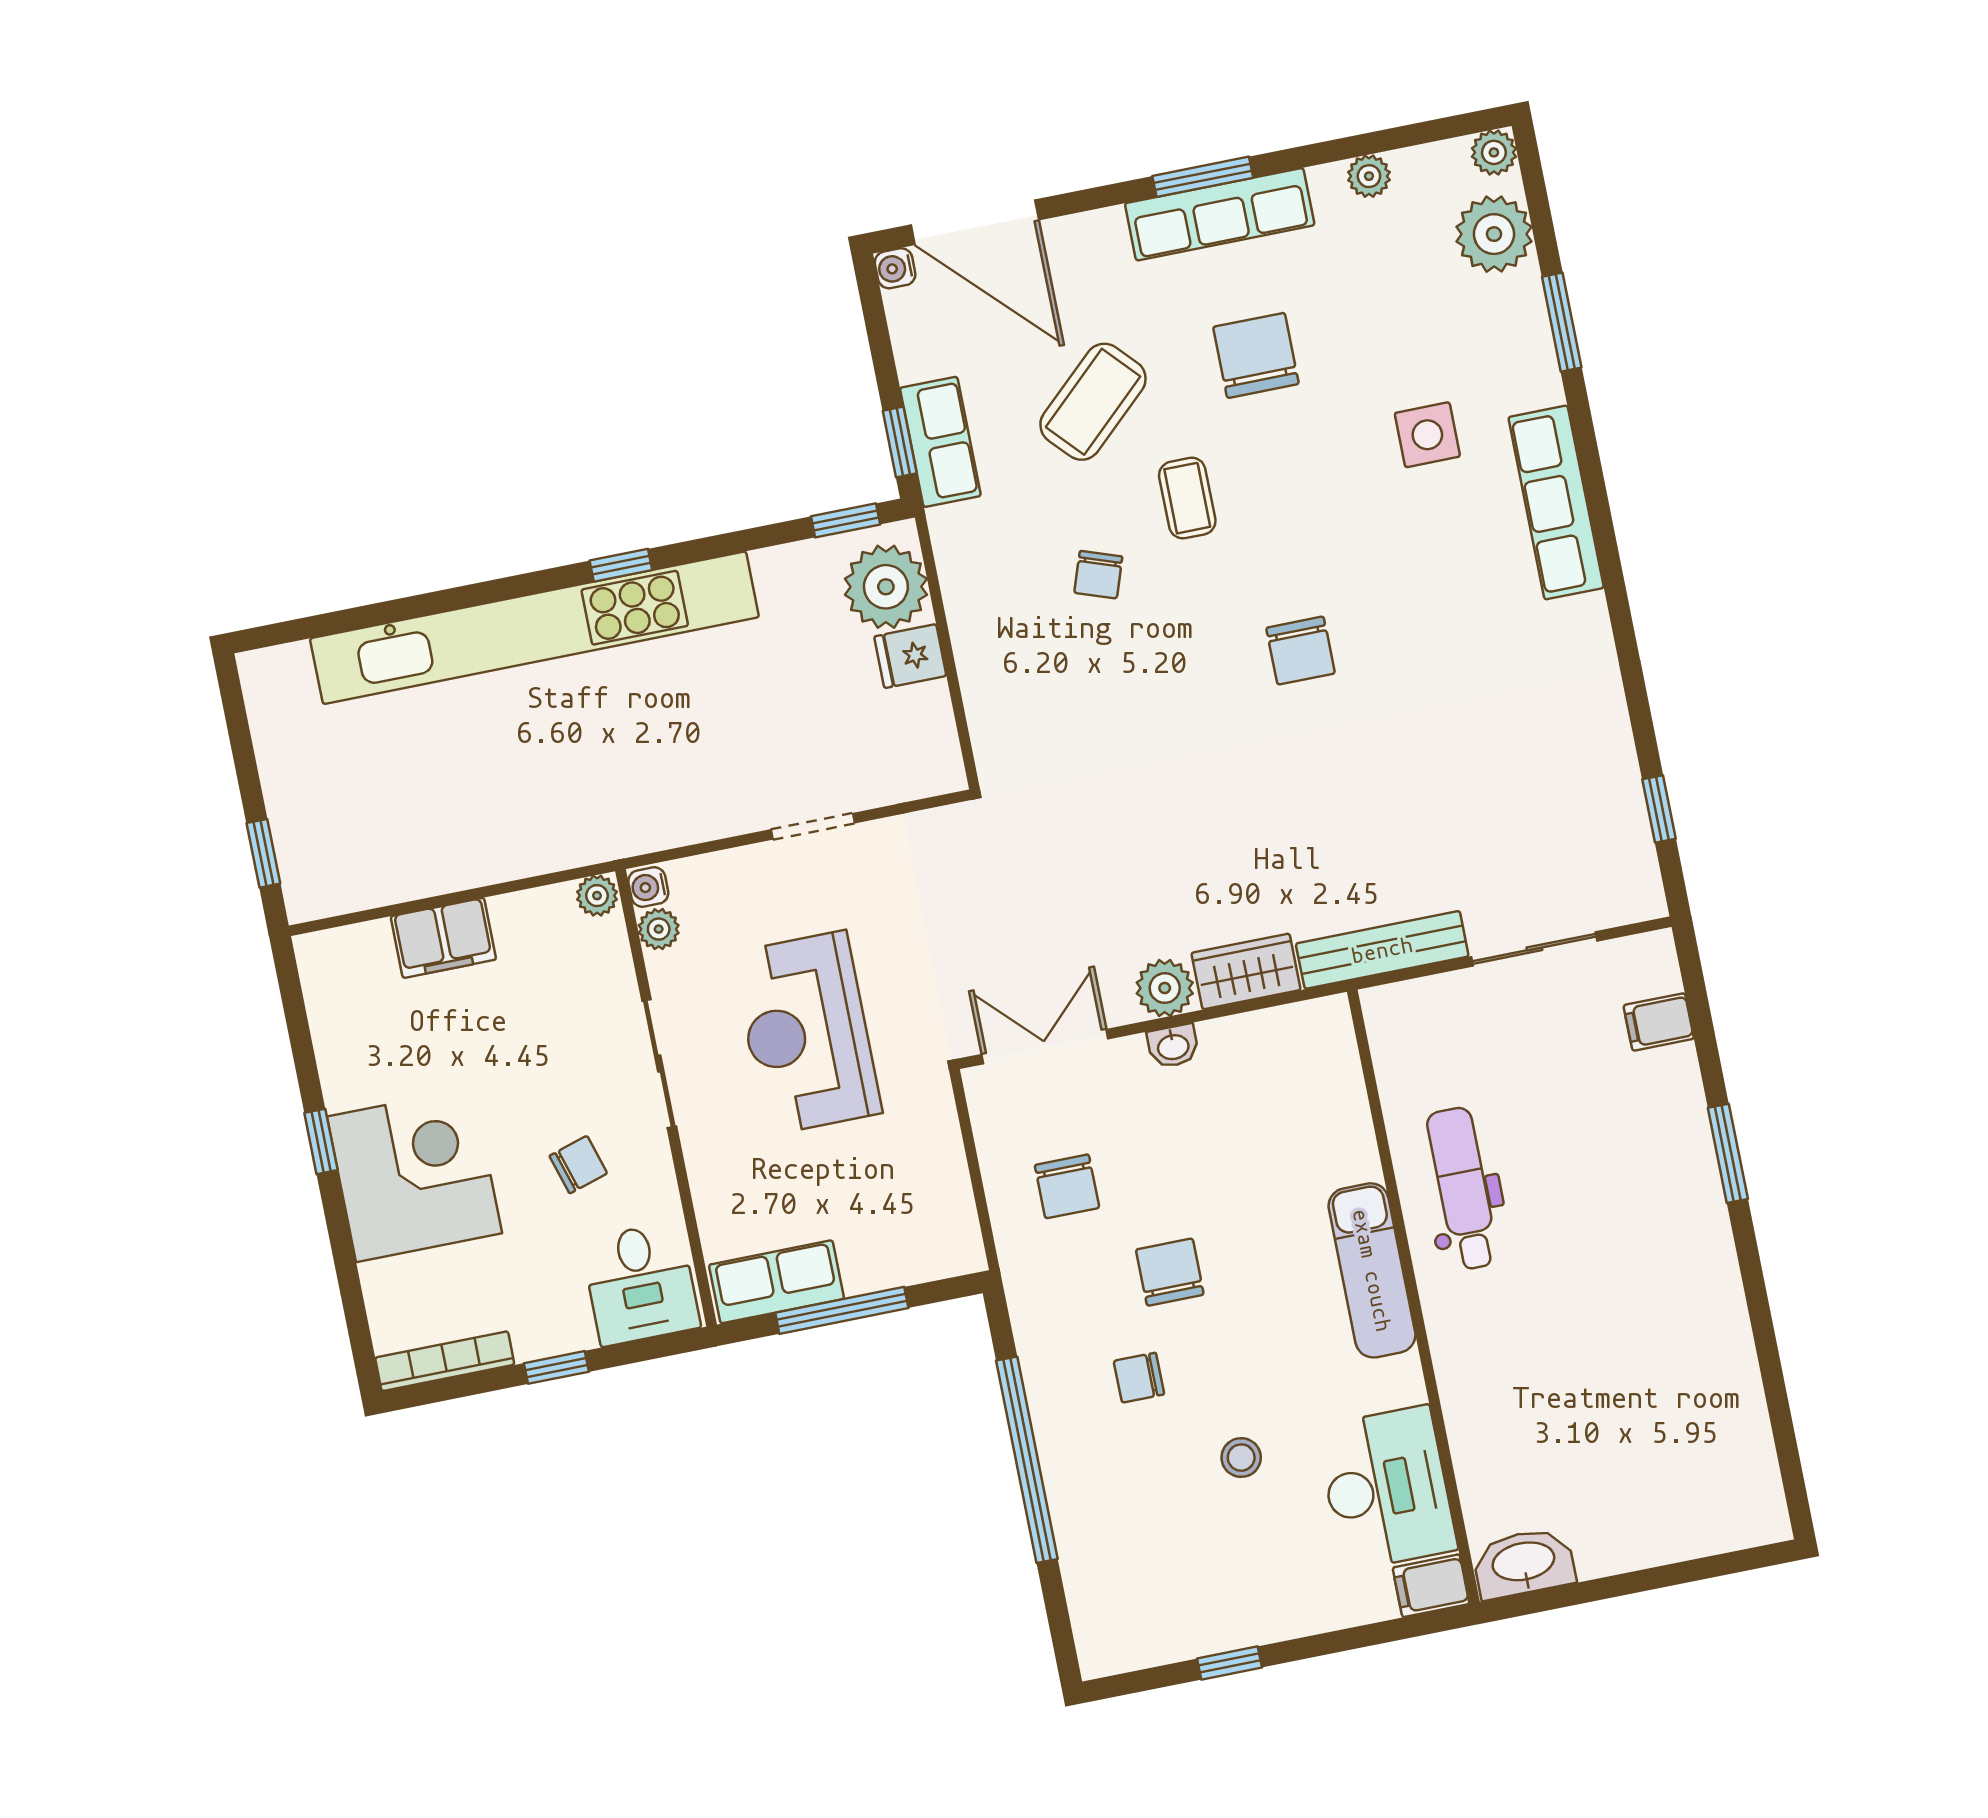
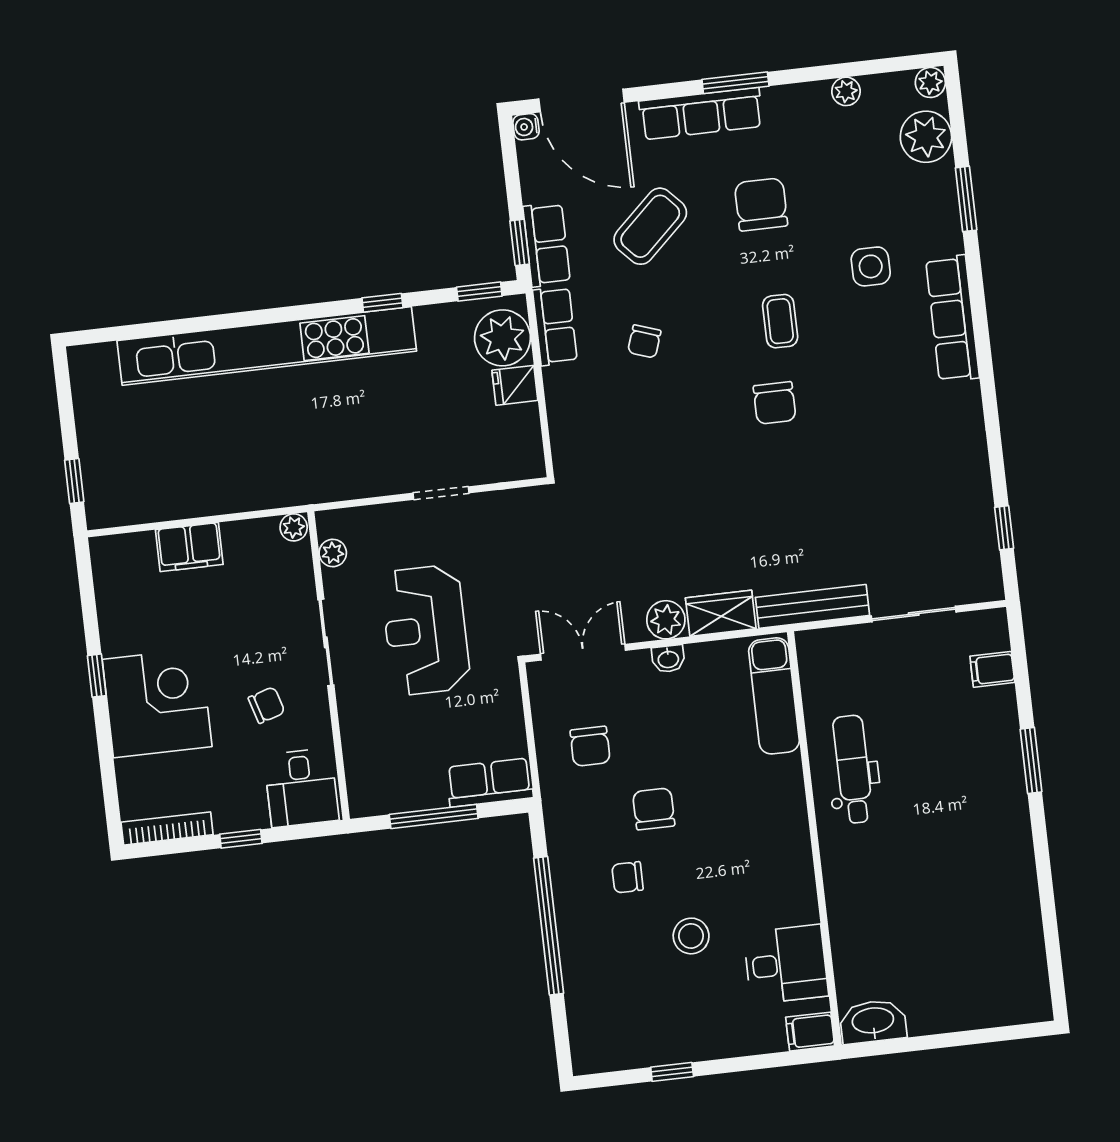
row of seats: (1220, 214) -> (701, 114), moved
coffee table: (1187, 498) -> (780, 321), moved
row of seats: (963, 563) -> (555, 326), added
window: (621, 565) -> (382, 303), moved
water cooler: (648, 887) -> (328, 524), removed
exam couch: (1372, 1270) -> (774, 696), moved
row of seats: (776, 1282) -> (490, 783), moved
stool: (1241, 1458) -> (691, 936), width x1.37, depth x1.37
desk: (1387, 1488) -> (786, 964), width x0.73

